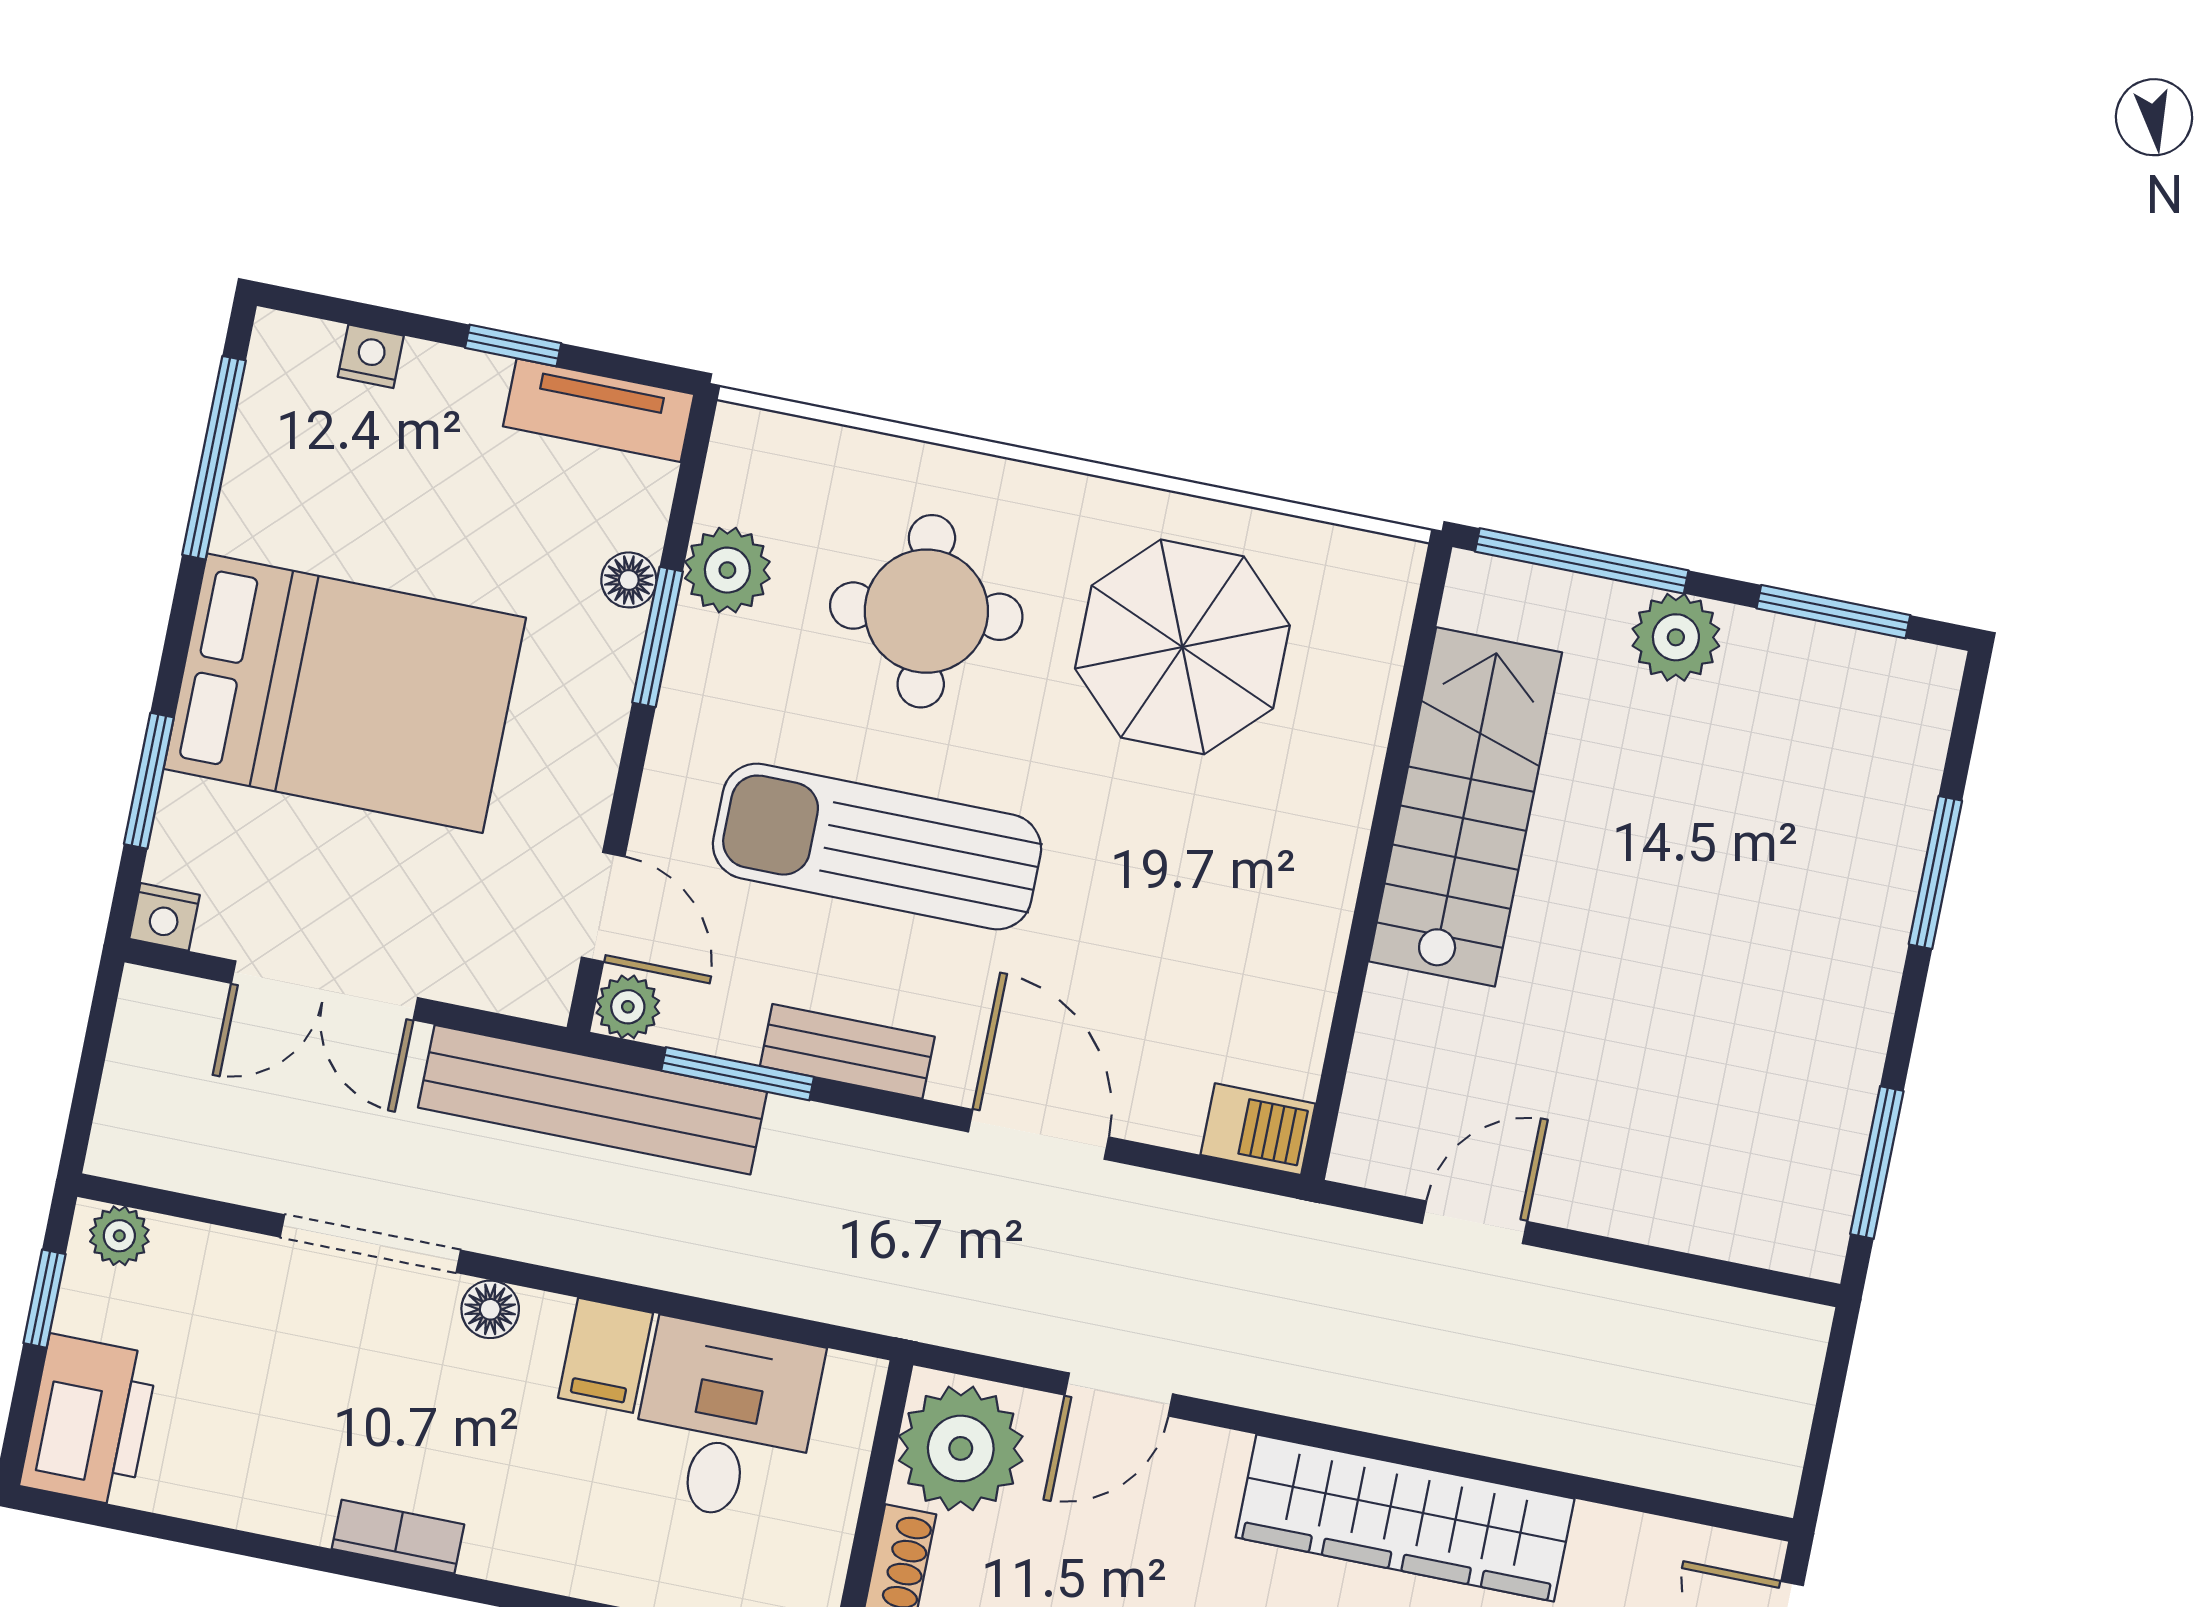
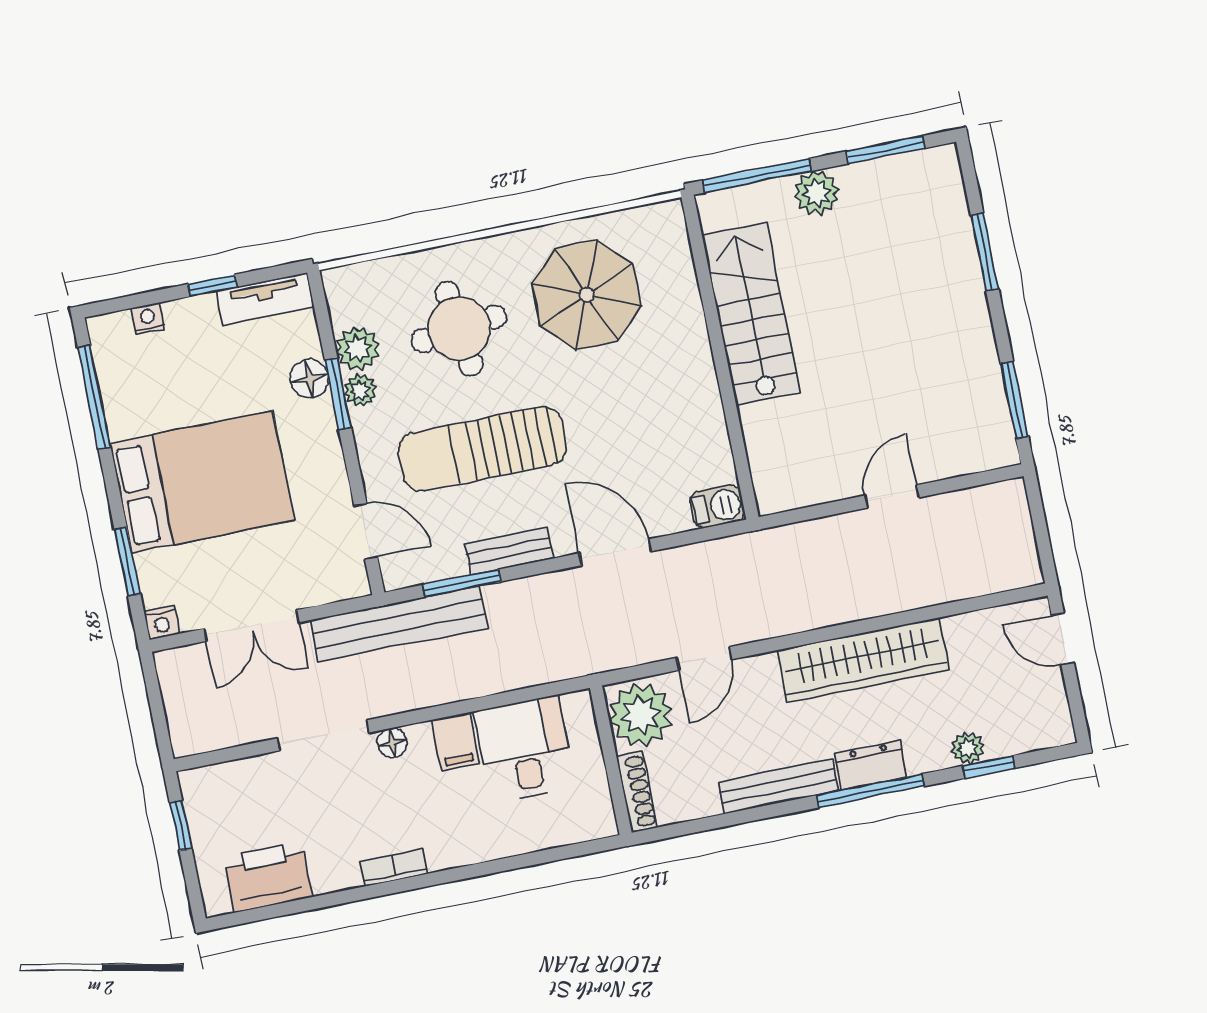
floor lamp: (629, 580) -> (309, 379), width x1.37, depth x1.37
plant: (628, 1007) -> (360, 390), moved
door: (1475, 1222) -> (892, 496), moved
plant: (119, 1236) -> (203, 781), removed
printer: (89, 1420) -> (268, 877), moved, turned -90

